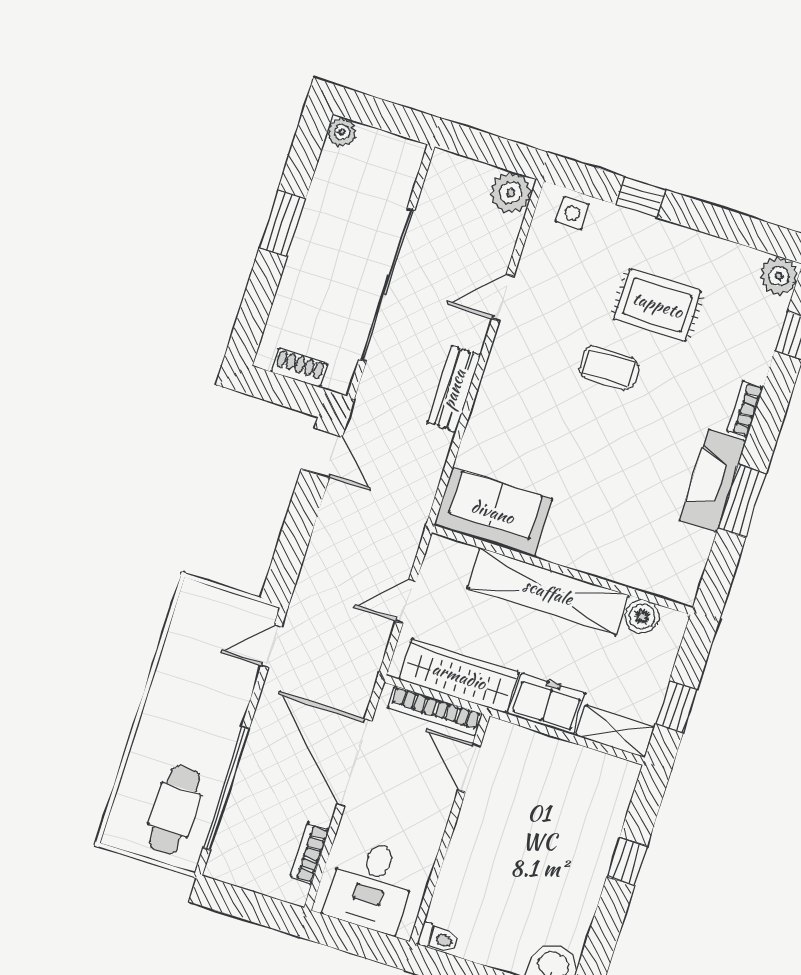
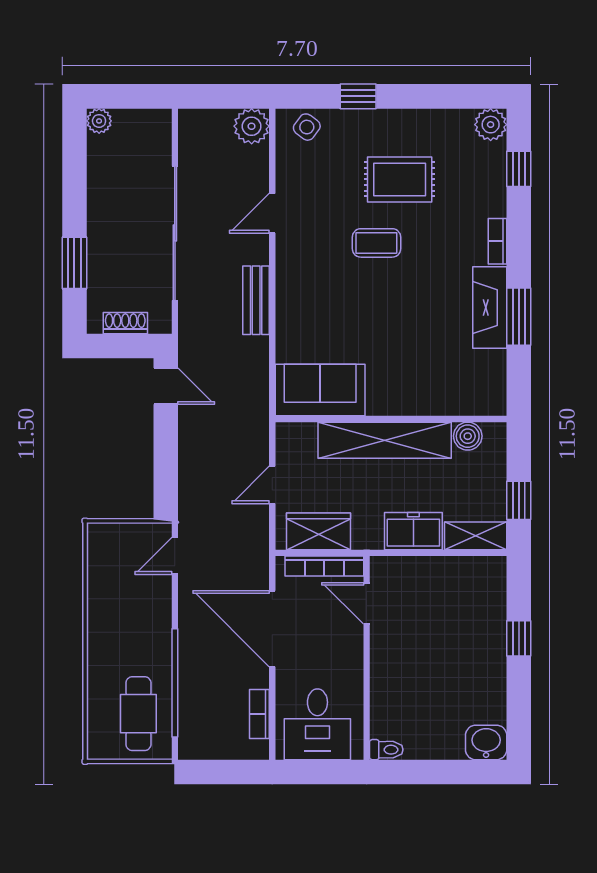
side table: (572, 213) -> (307, 127), turned 37
window: (283, 223) -> (74, 263), moved
wardrobe: (459, 676) -> (318, 531), width x0.67

